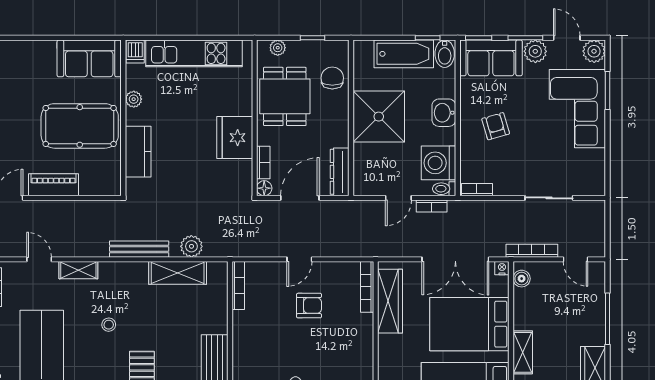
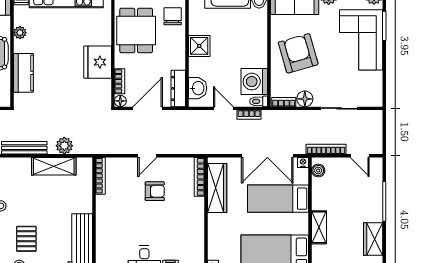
washbasin: (444, 113) -> (198, 88), moved, turned 180
shower: (379, 117) -> (199, 46), width x0.54, depth x0.54
armchair: (496, 126) -> (298, 53), width x1.88, depth x1.88
floor lamp: (504, 185) -> (305, 99), added
door: (398, 198) -> (223, 108), swing flipped
bed: (469, 324) -> (278, 199), width x0.67

